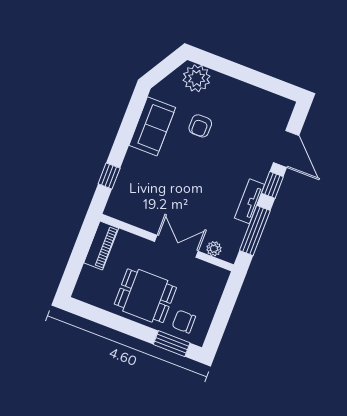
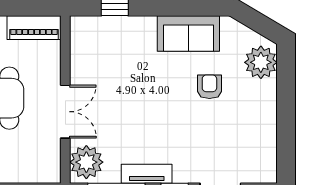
armchair: (200, 126) -> (209, 87), turned 90
plant: (214, 249) -> (86, 162), width x1.87, depth x1.87

